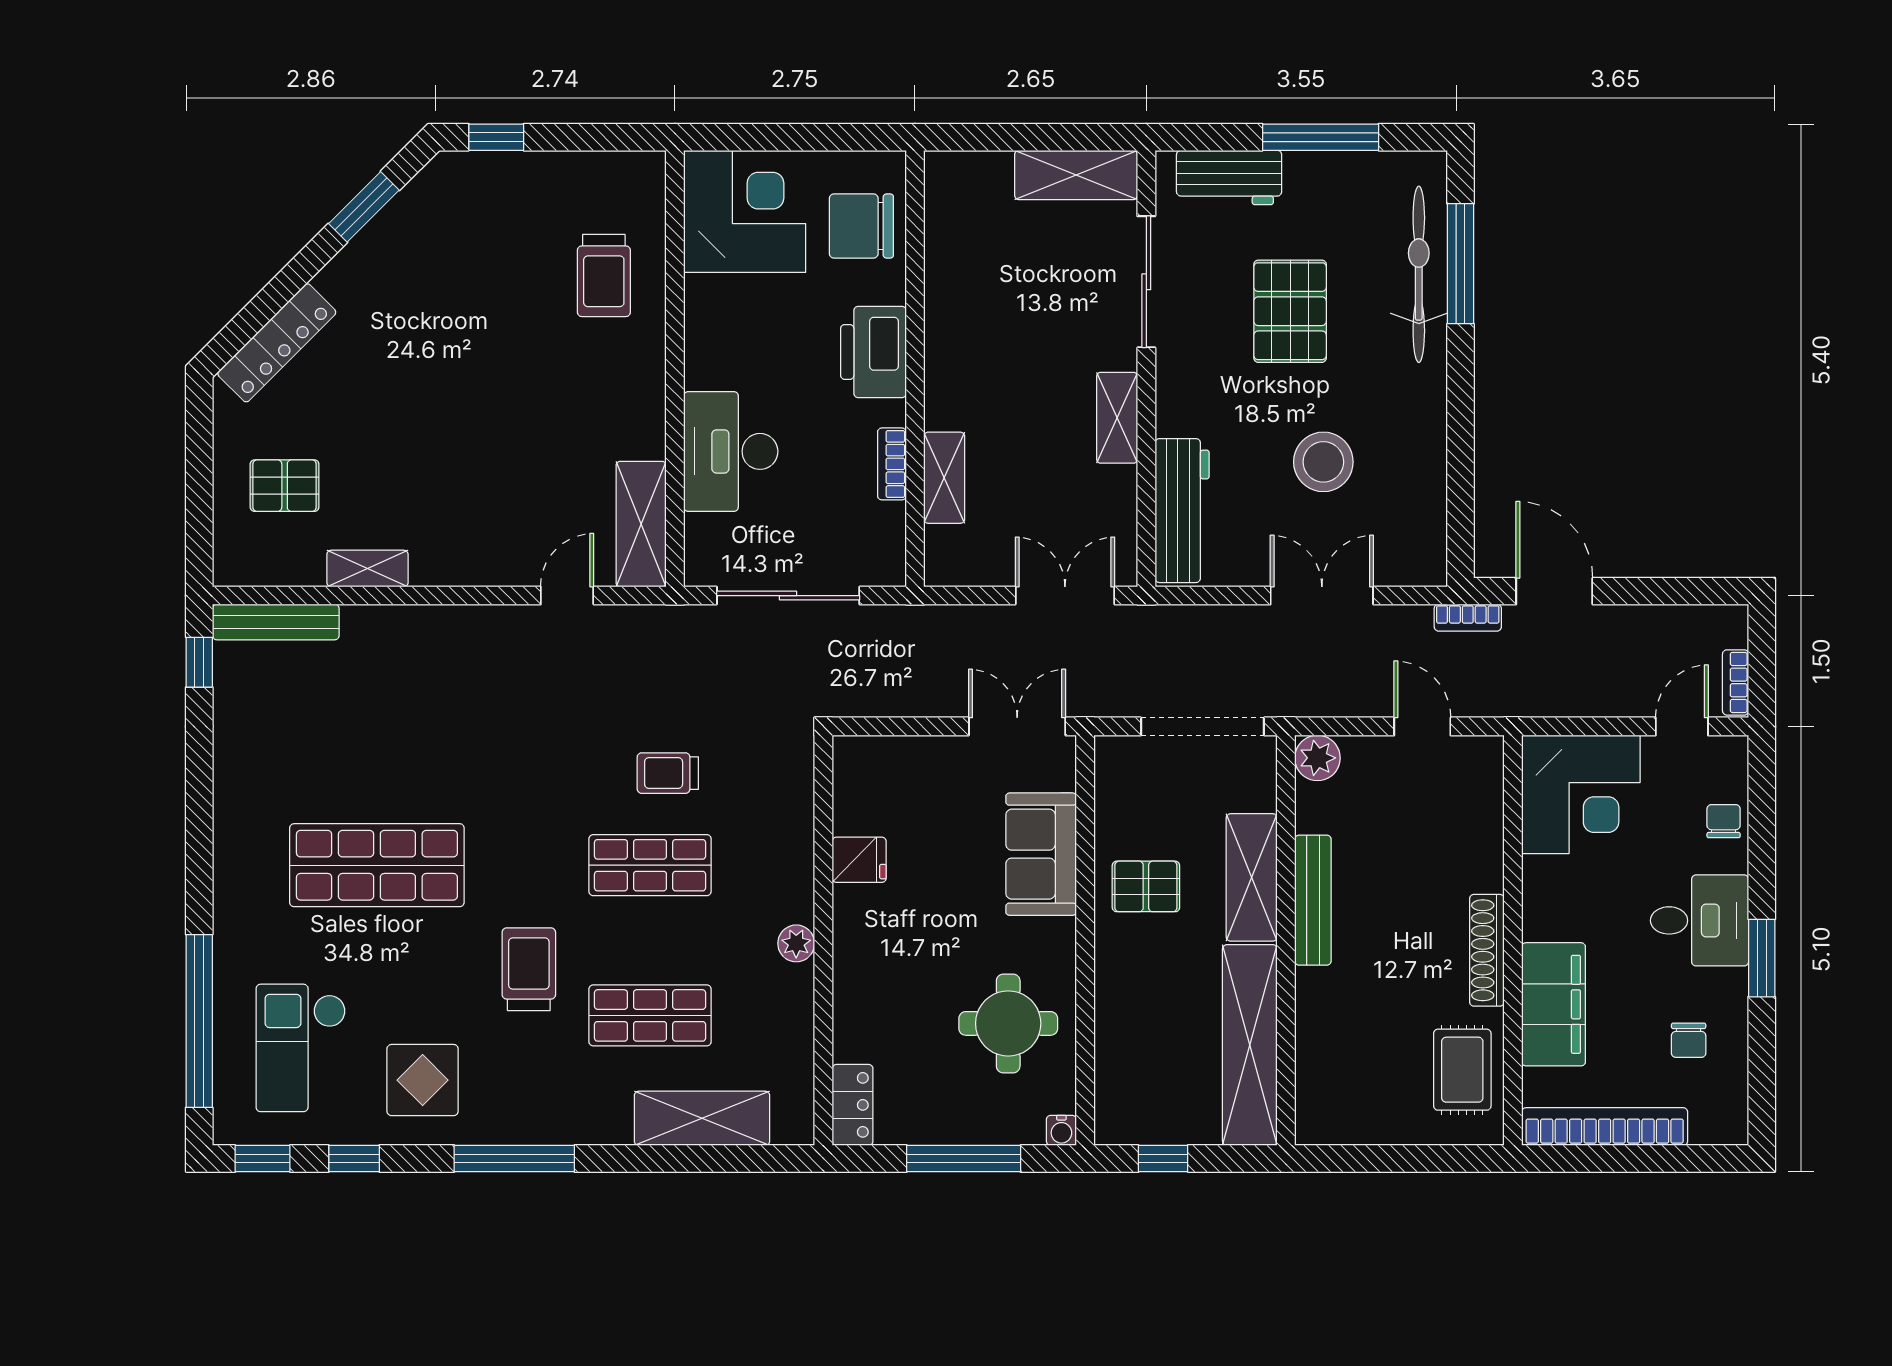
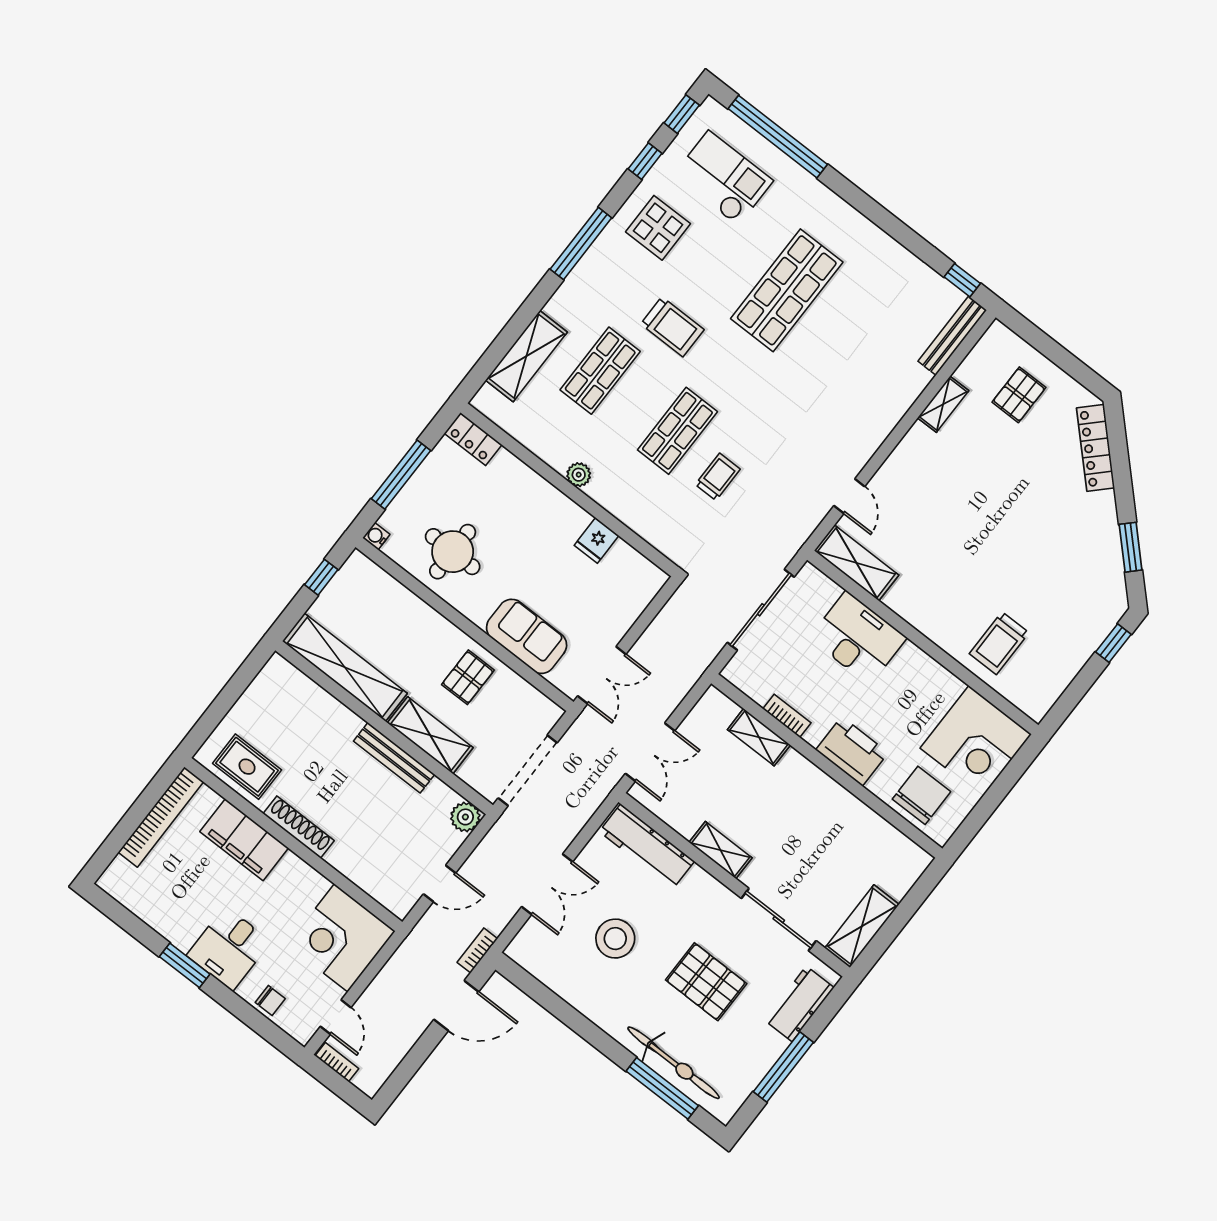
trolley: (604, 276) -> (999, 643), turned -90
chair: (1689, 1040) -> (172, 895), removed

